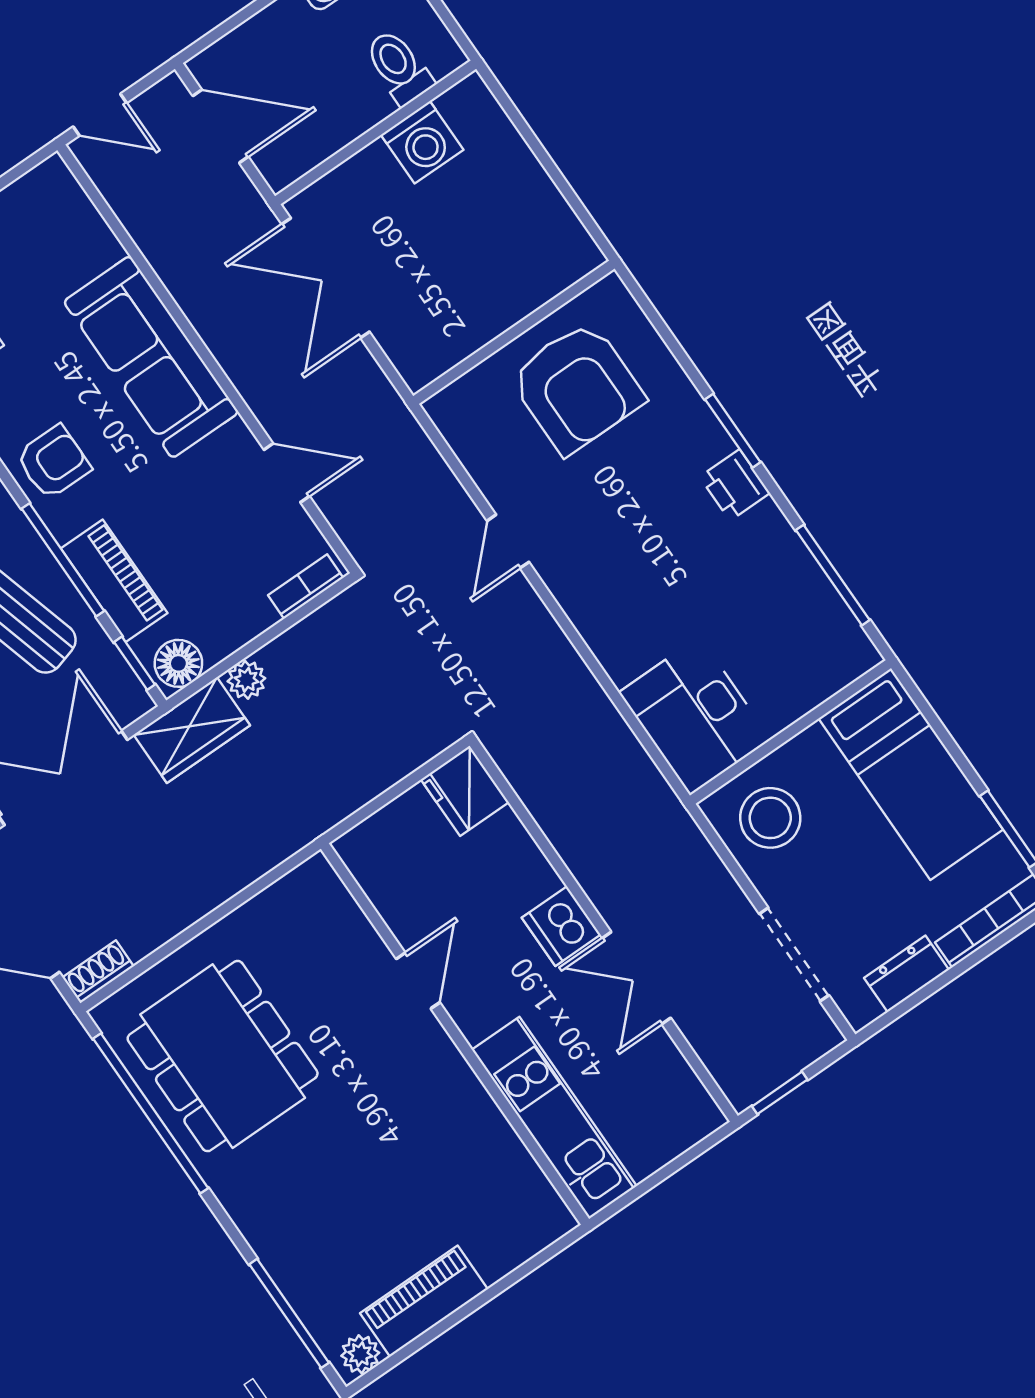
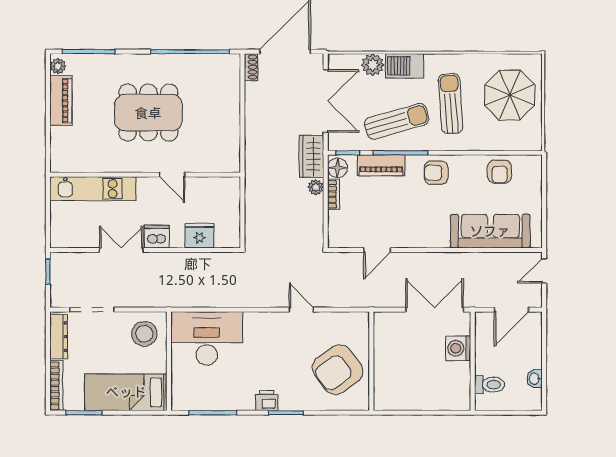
washing machine: (422, 142) -> (458, 348), moved
sofa: (151, 357) -> (490, 231), moved
armchair: (577, 387) -> (338, 370), turned -36
armchair: (53, 462) -> (436, 173), turned 90
bookcase: (306, 586) -> (334, 194), moved
desk: (695, 716) -> (207, 338), width x1.36, depth x1.30
fridge: (465, 791) -> (199, 236), moved
dresser: (907, 974) -> (59, 337), width x1.44
dining table: (223, 1056) -> (148, 113), moved

